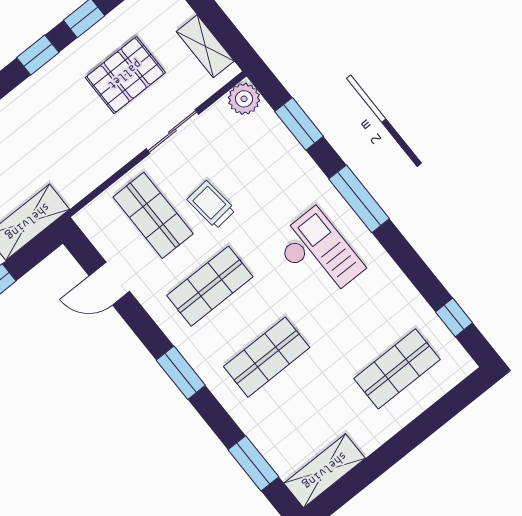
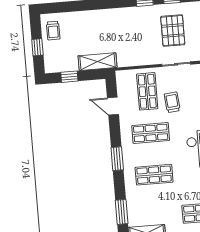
pallet: (125, 75) -> (173, 31), turned 90

